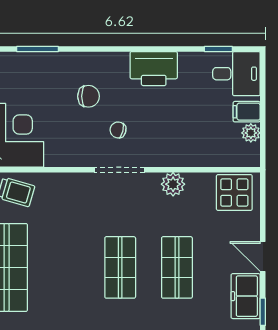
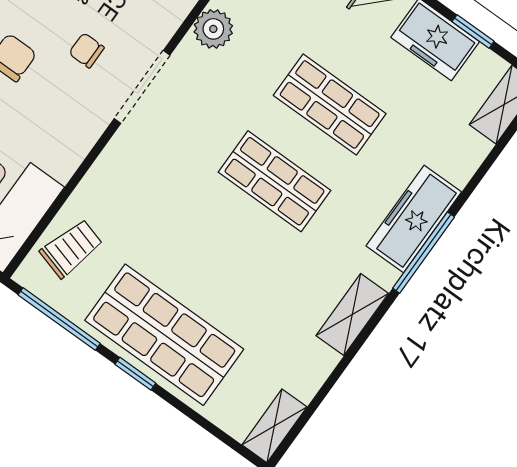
chair: (118, 130) -> (87, 50), turned 75

